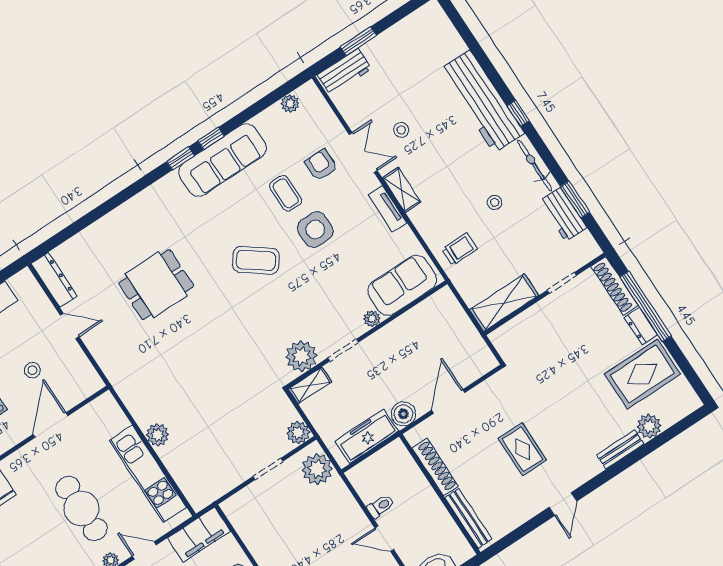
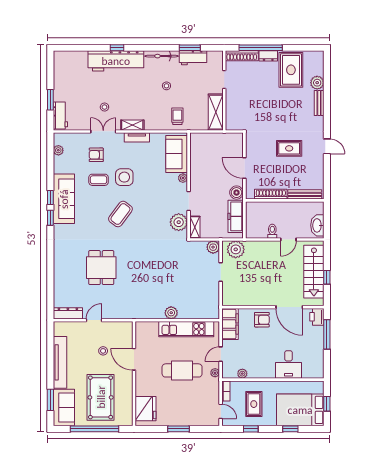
window: (518, 113) -> (117, 48), moved

